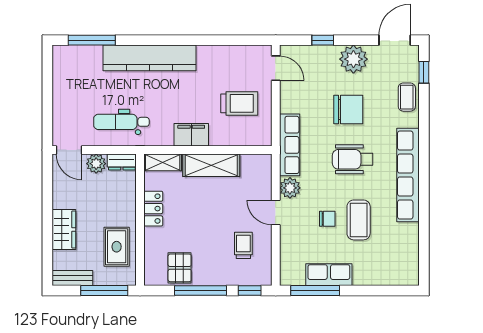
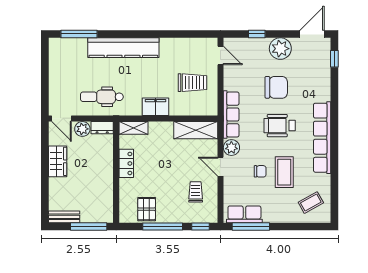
coffee table: (407, 97) -> (311, 203), moved, turned 61
shelving: (211, 165) -> (196, 130), moved
wardrobe: (64, 230) -> (58, 161), moved
rug: (117, 247) -> (98, 193), removed
row of seats: (329, 275) -> (244, 214), moved

